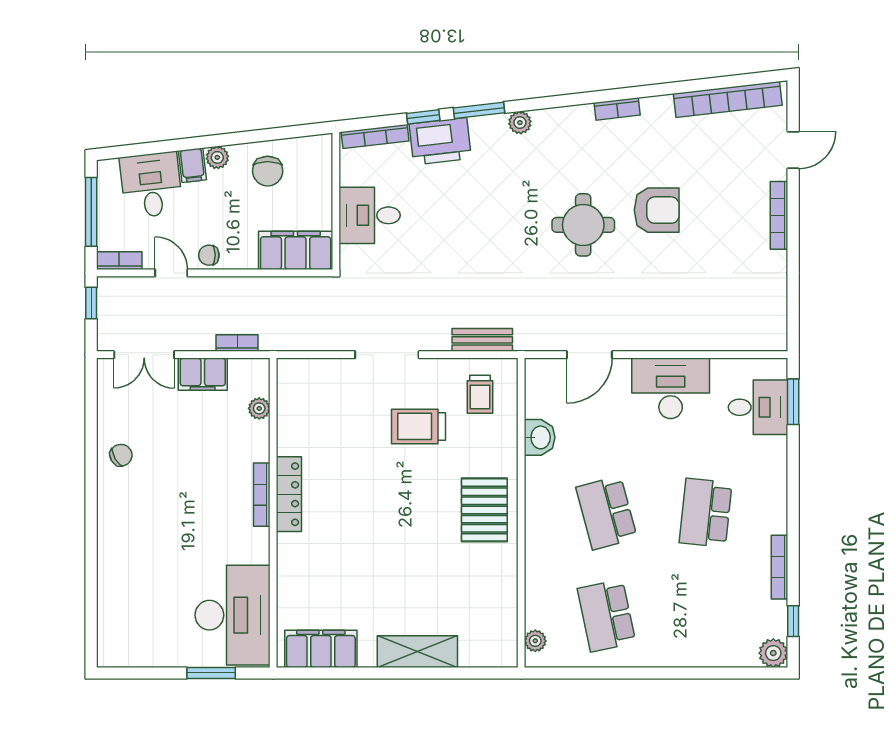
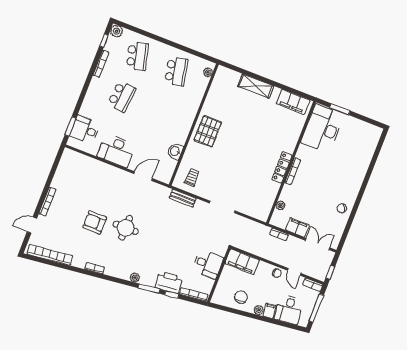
trolley: (418, 426) -> (221, 174), removed
school desk: (607, 513) -> (137, 56), moved

